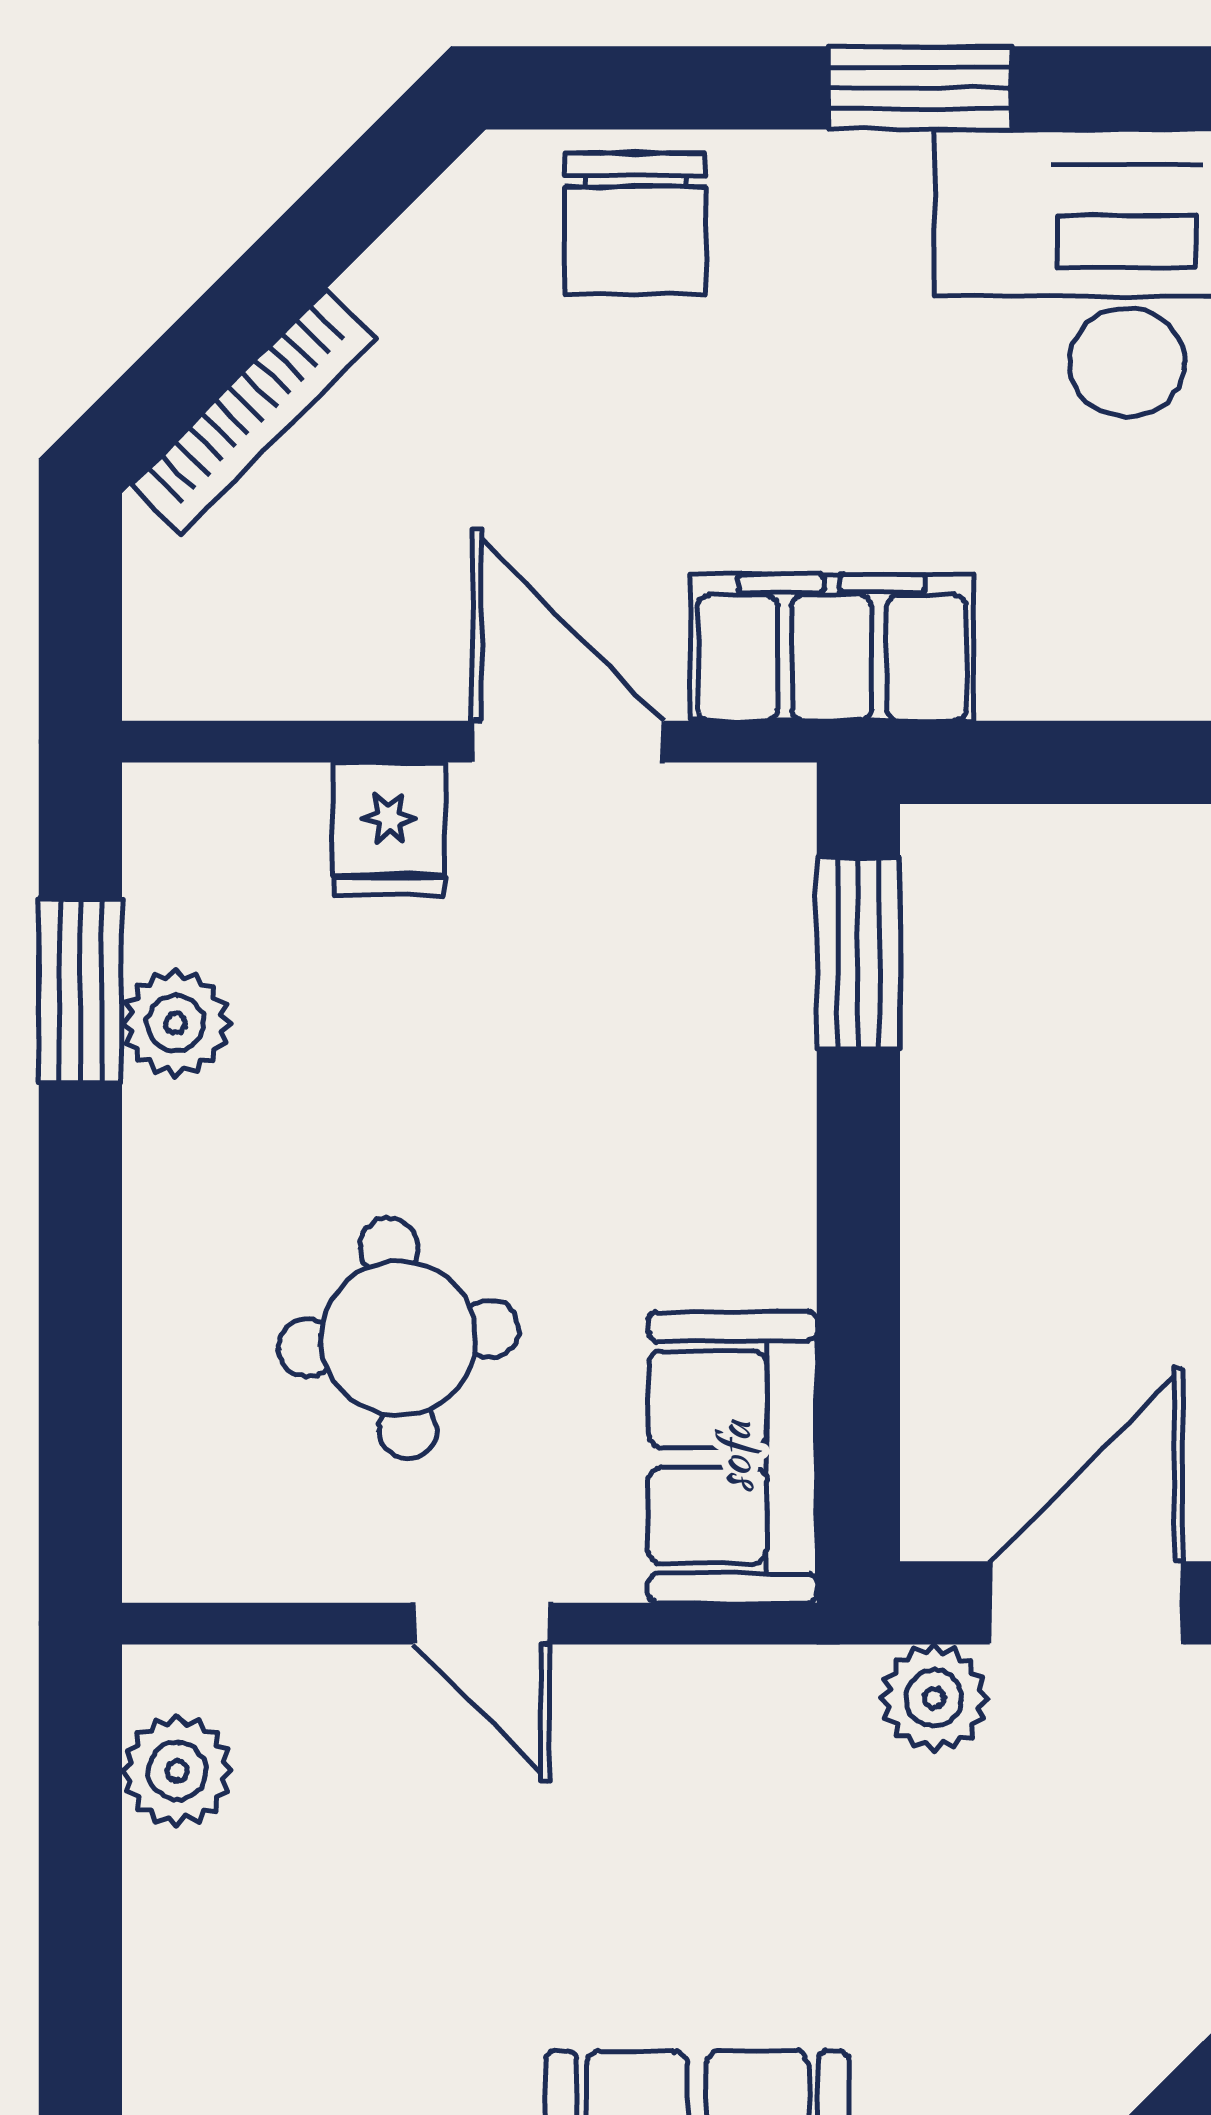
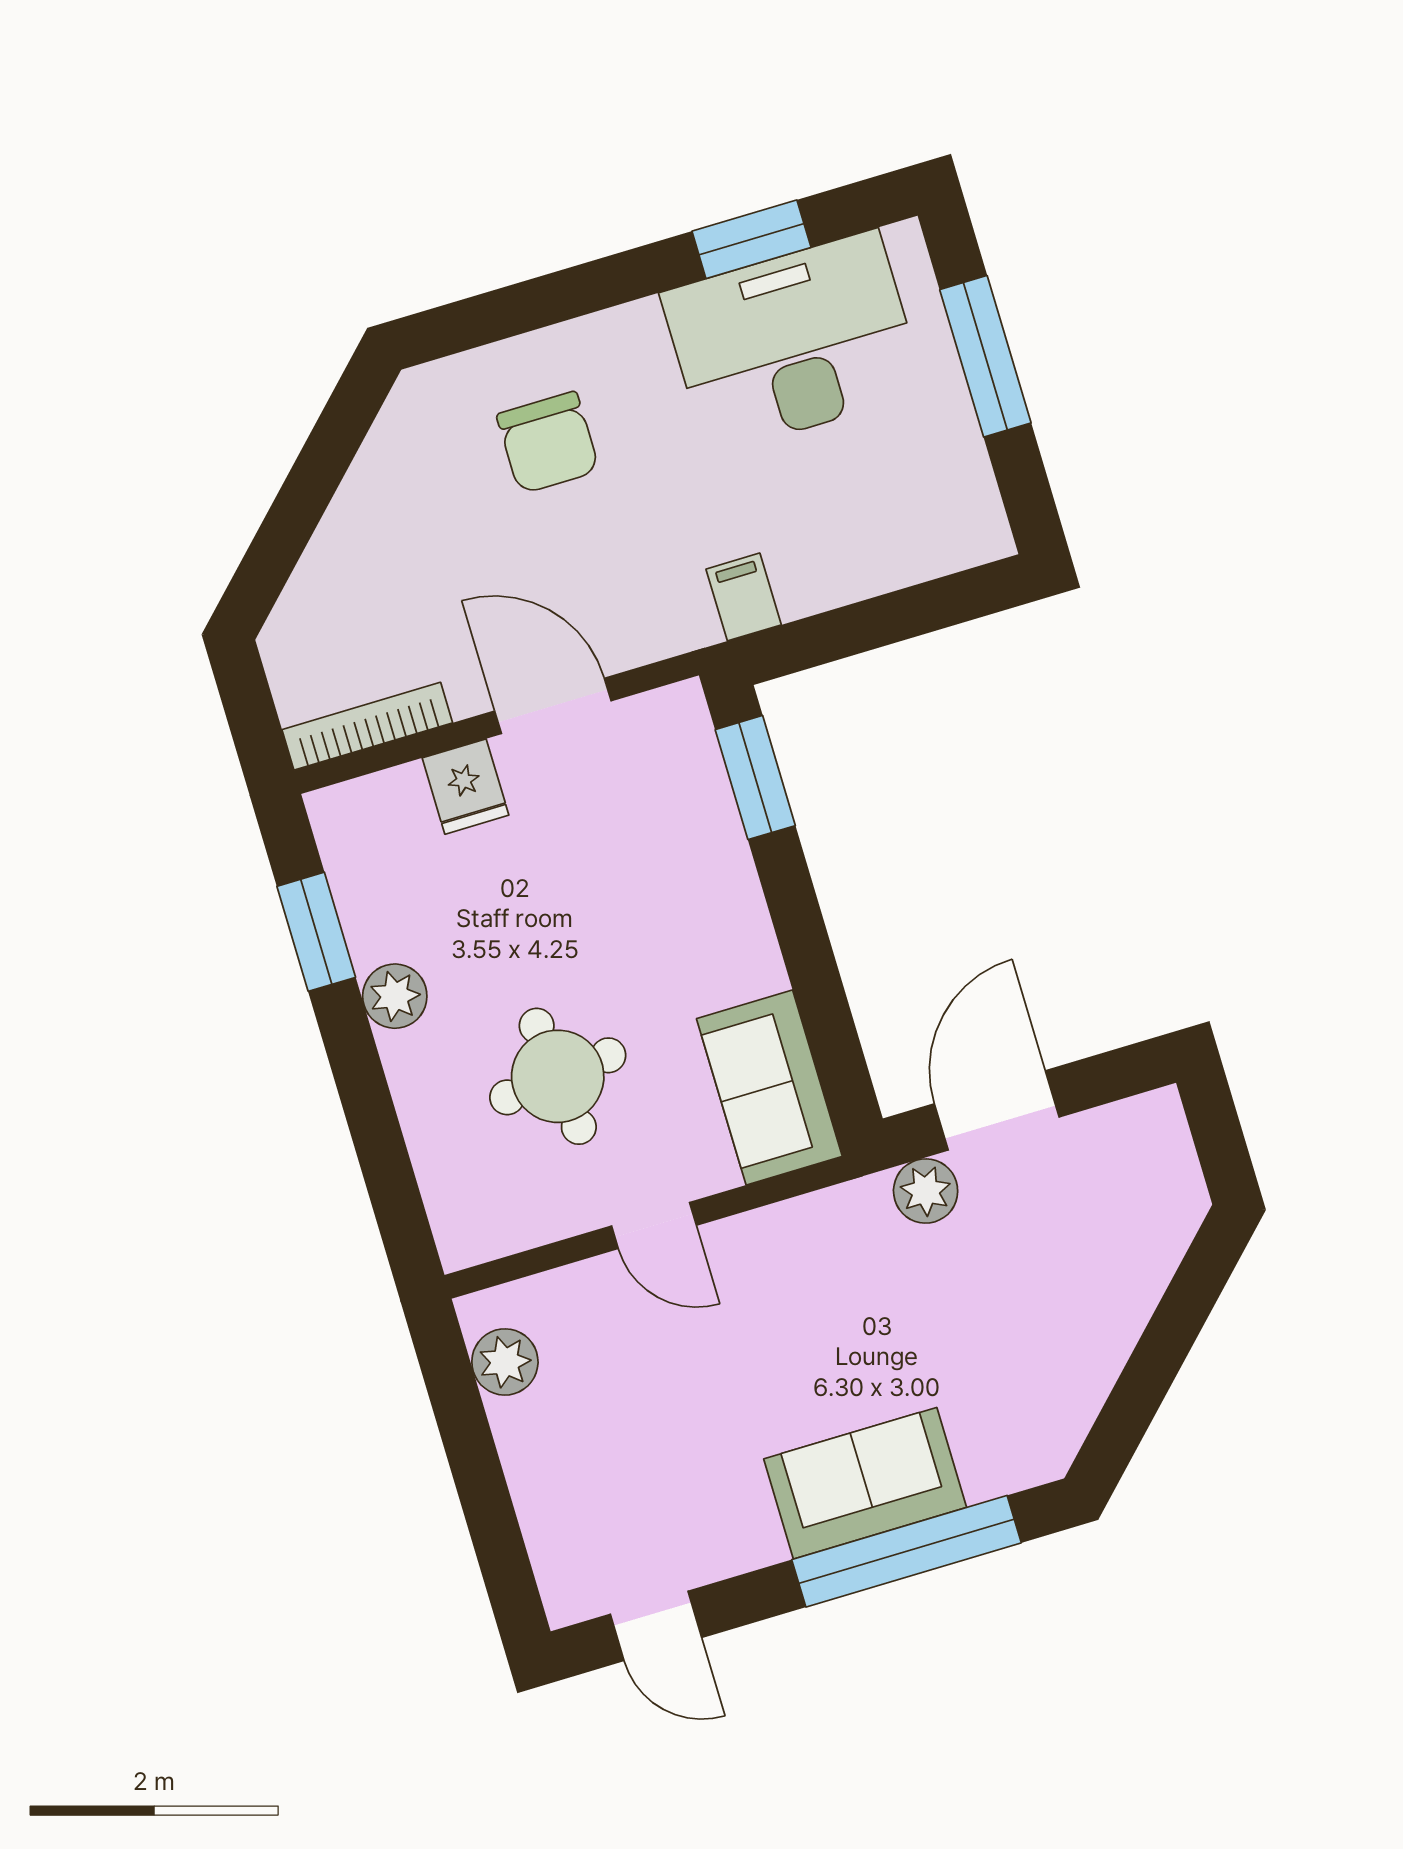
window: (920, 88) -> (751, 239), moved
chair: (635, 224) -> (548, 443), moved
bookcase: (254, 412) -> (367, 726), moved, turned -135
filing cabinet: (832, 648) -> (744, 597), width x0.33, depth x0.86
plant: (176, 1023) -> (395, 996), moved

